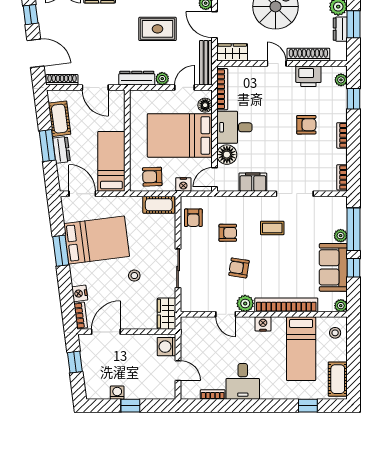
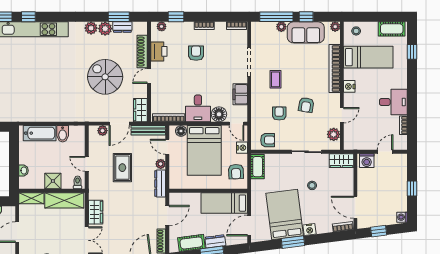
nightstand: (80, 293) -> (310, 230), moved
plant: (245, 303) -> (334, 134), moved
washing machine: (117, 393) -> (402, 217), moved

